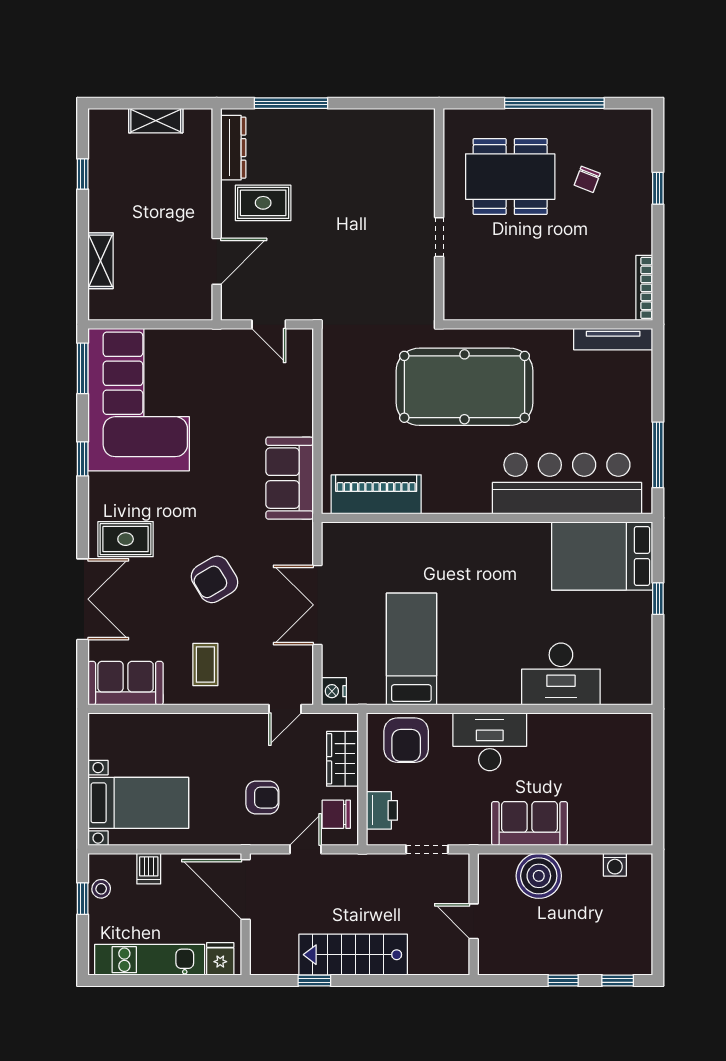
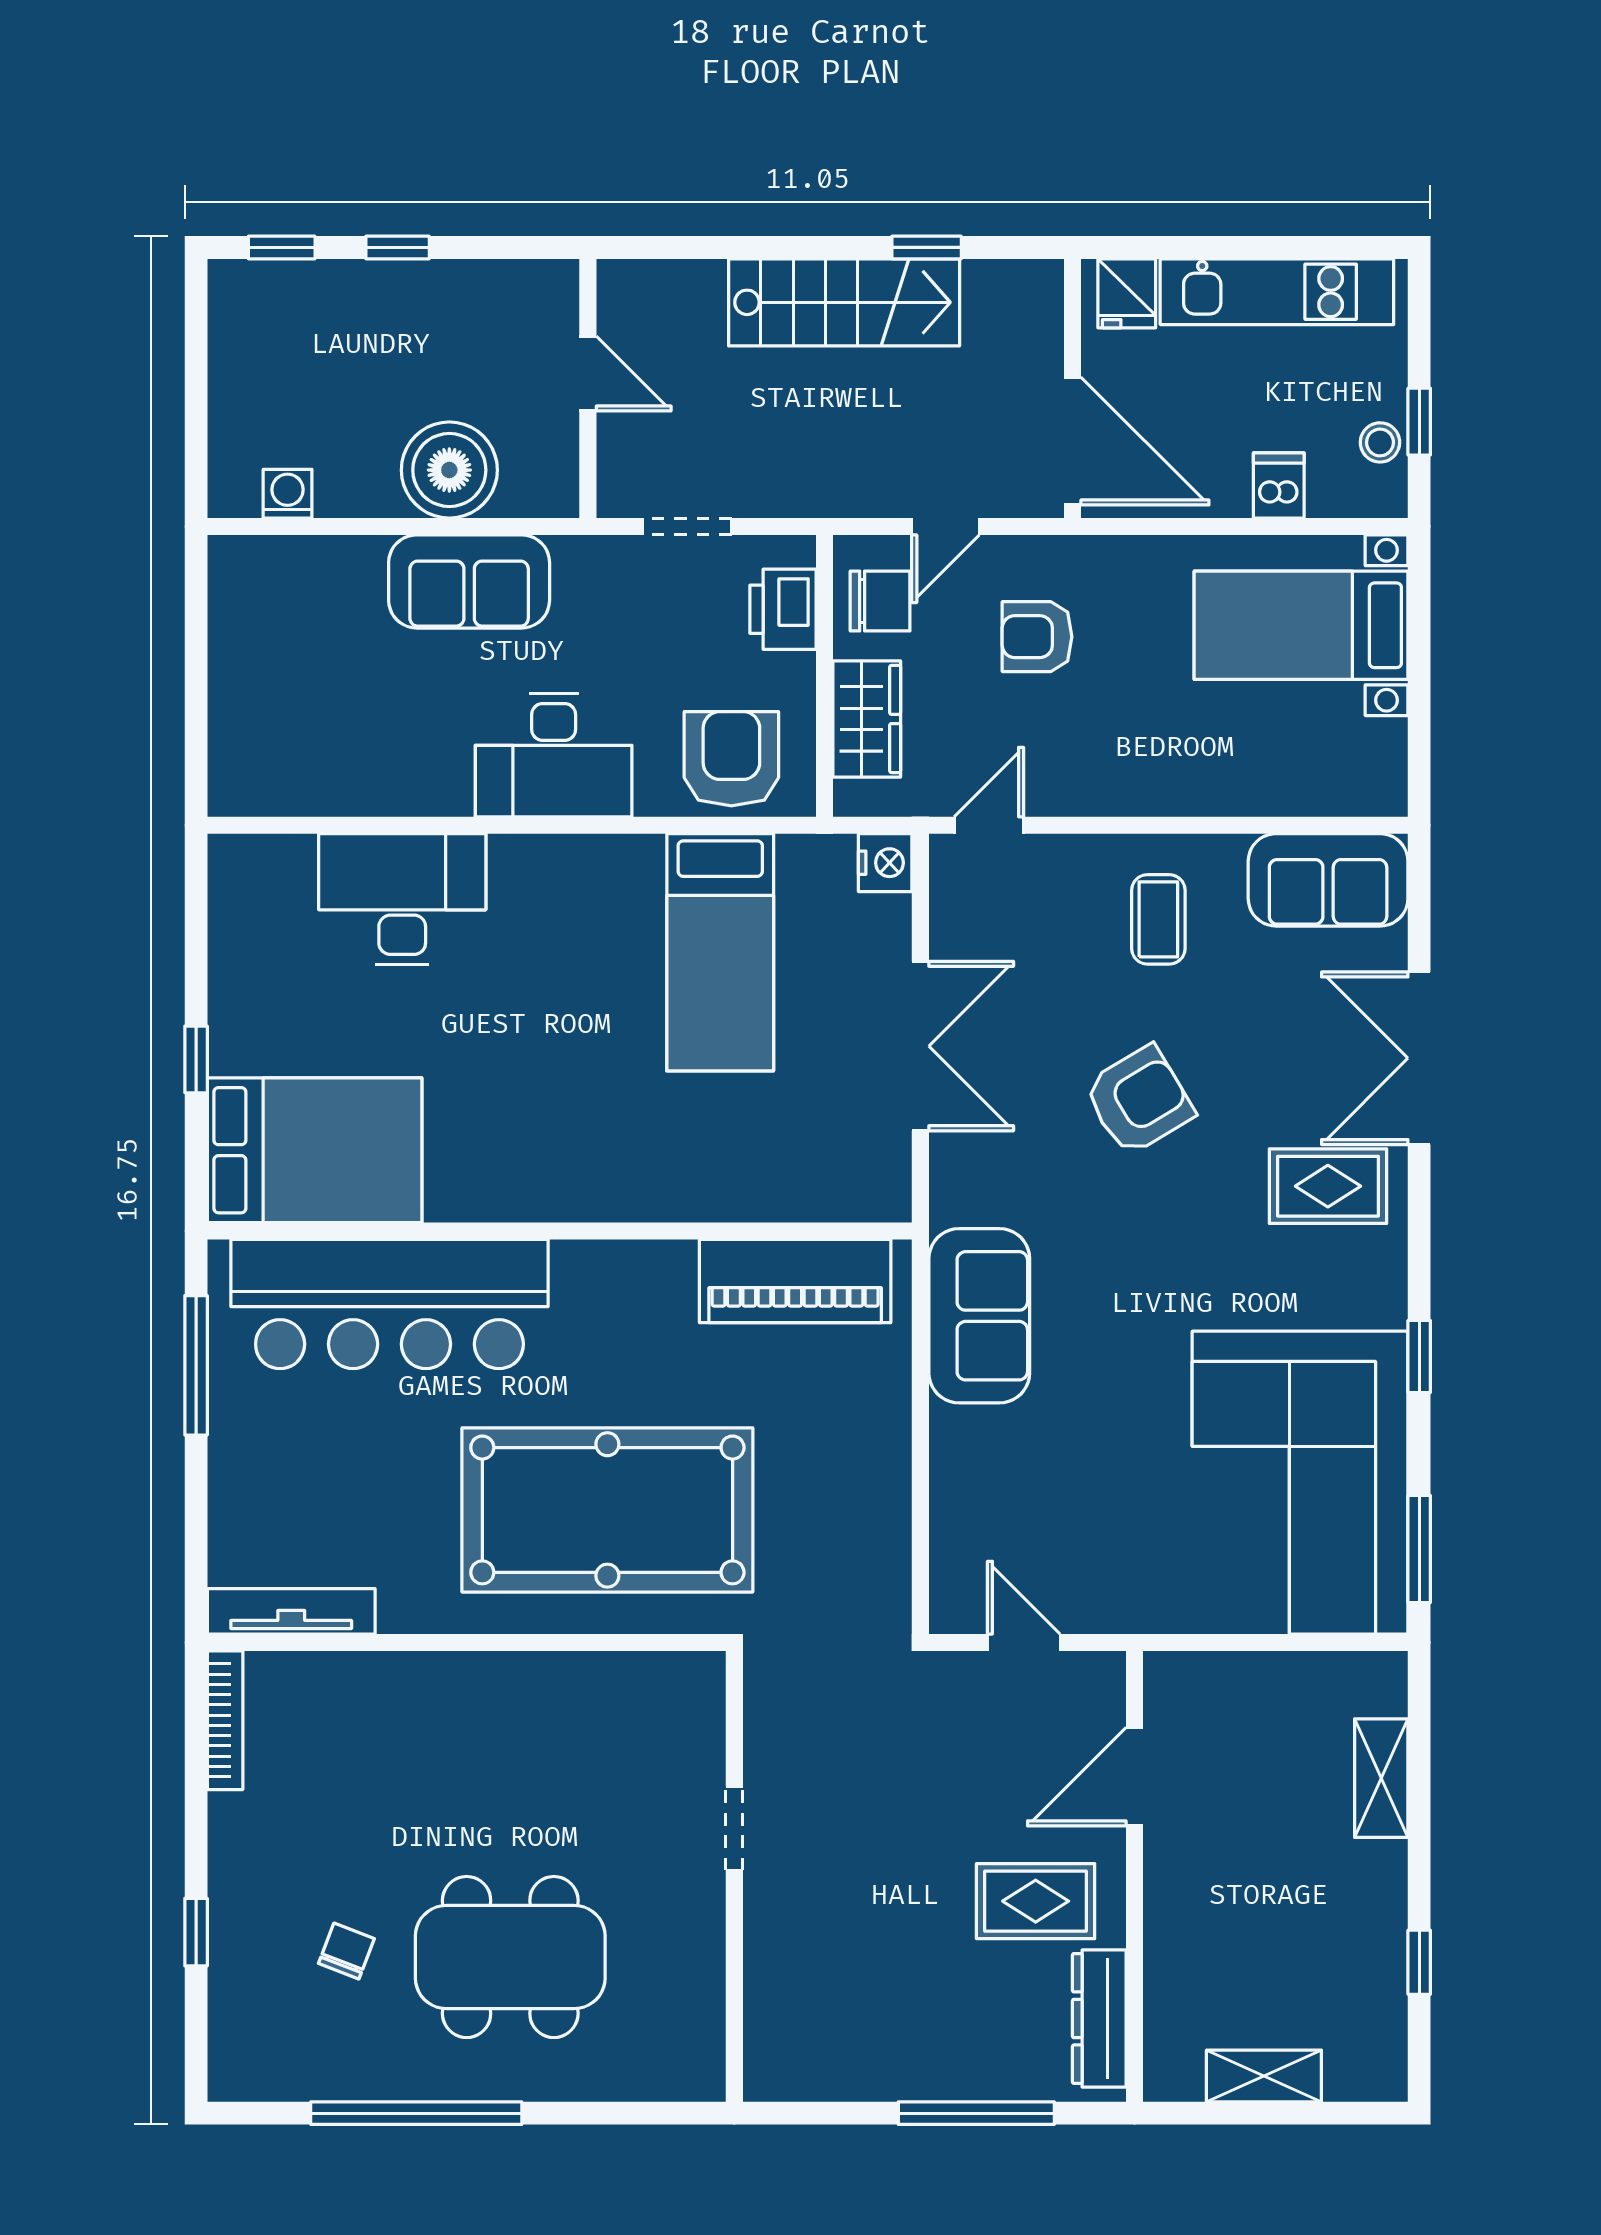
wall: (439, 214) -> (734, 1876), moved
doorway: (439, 237) -> (734, 1828), moved

